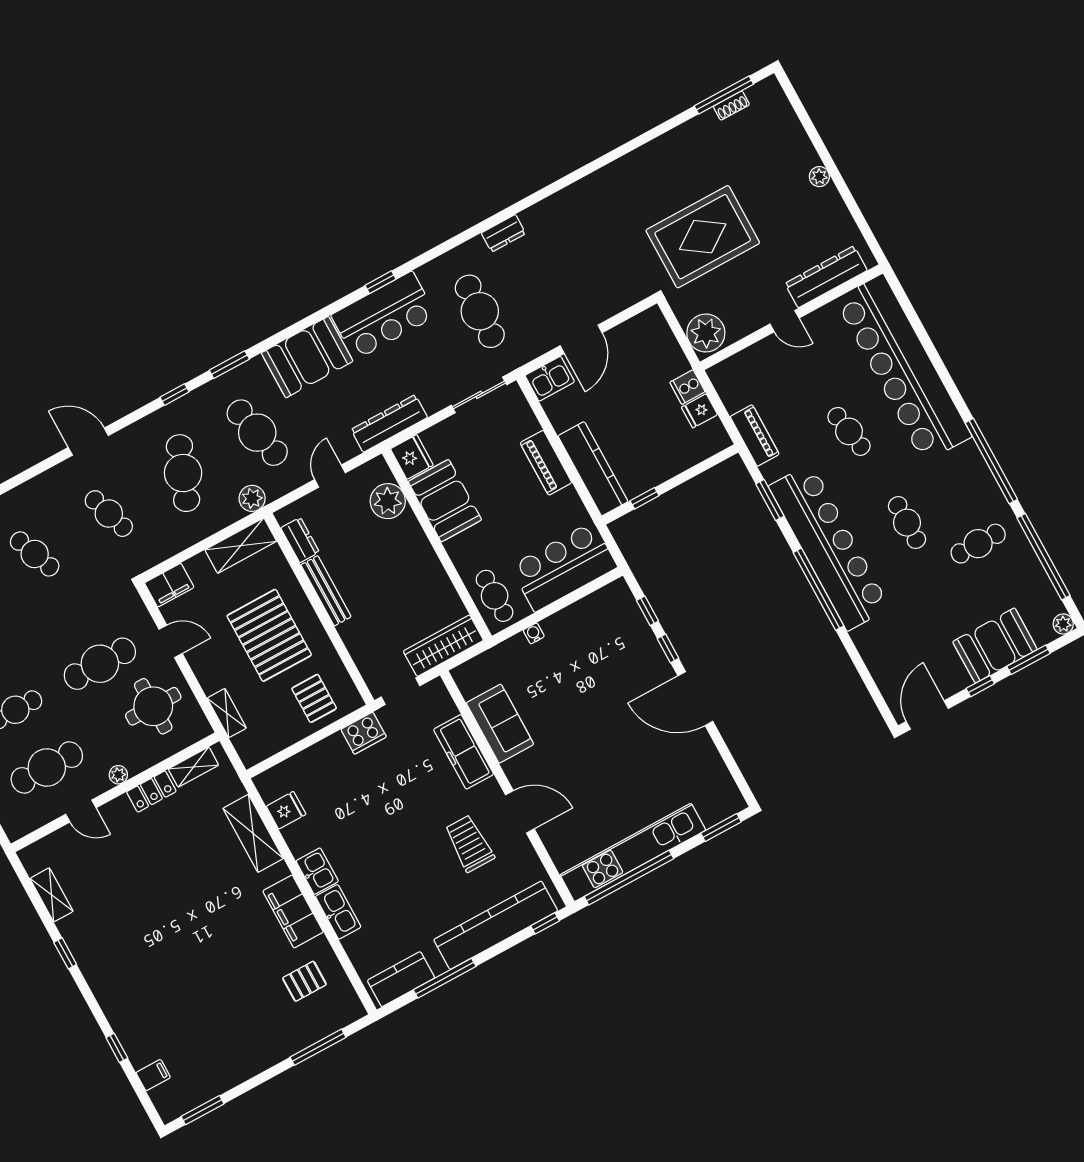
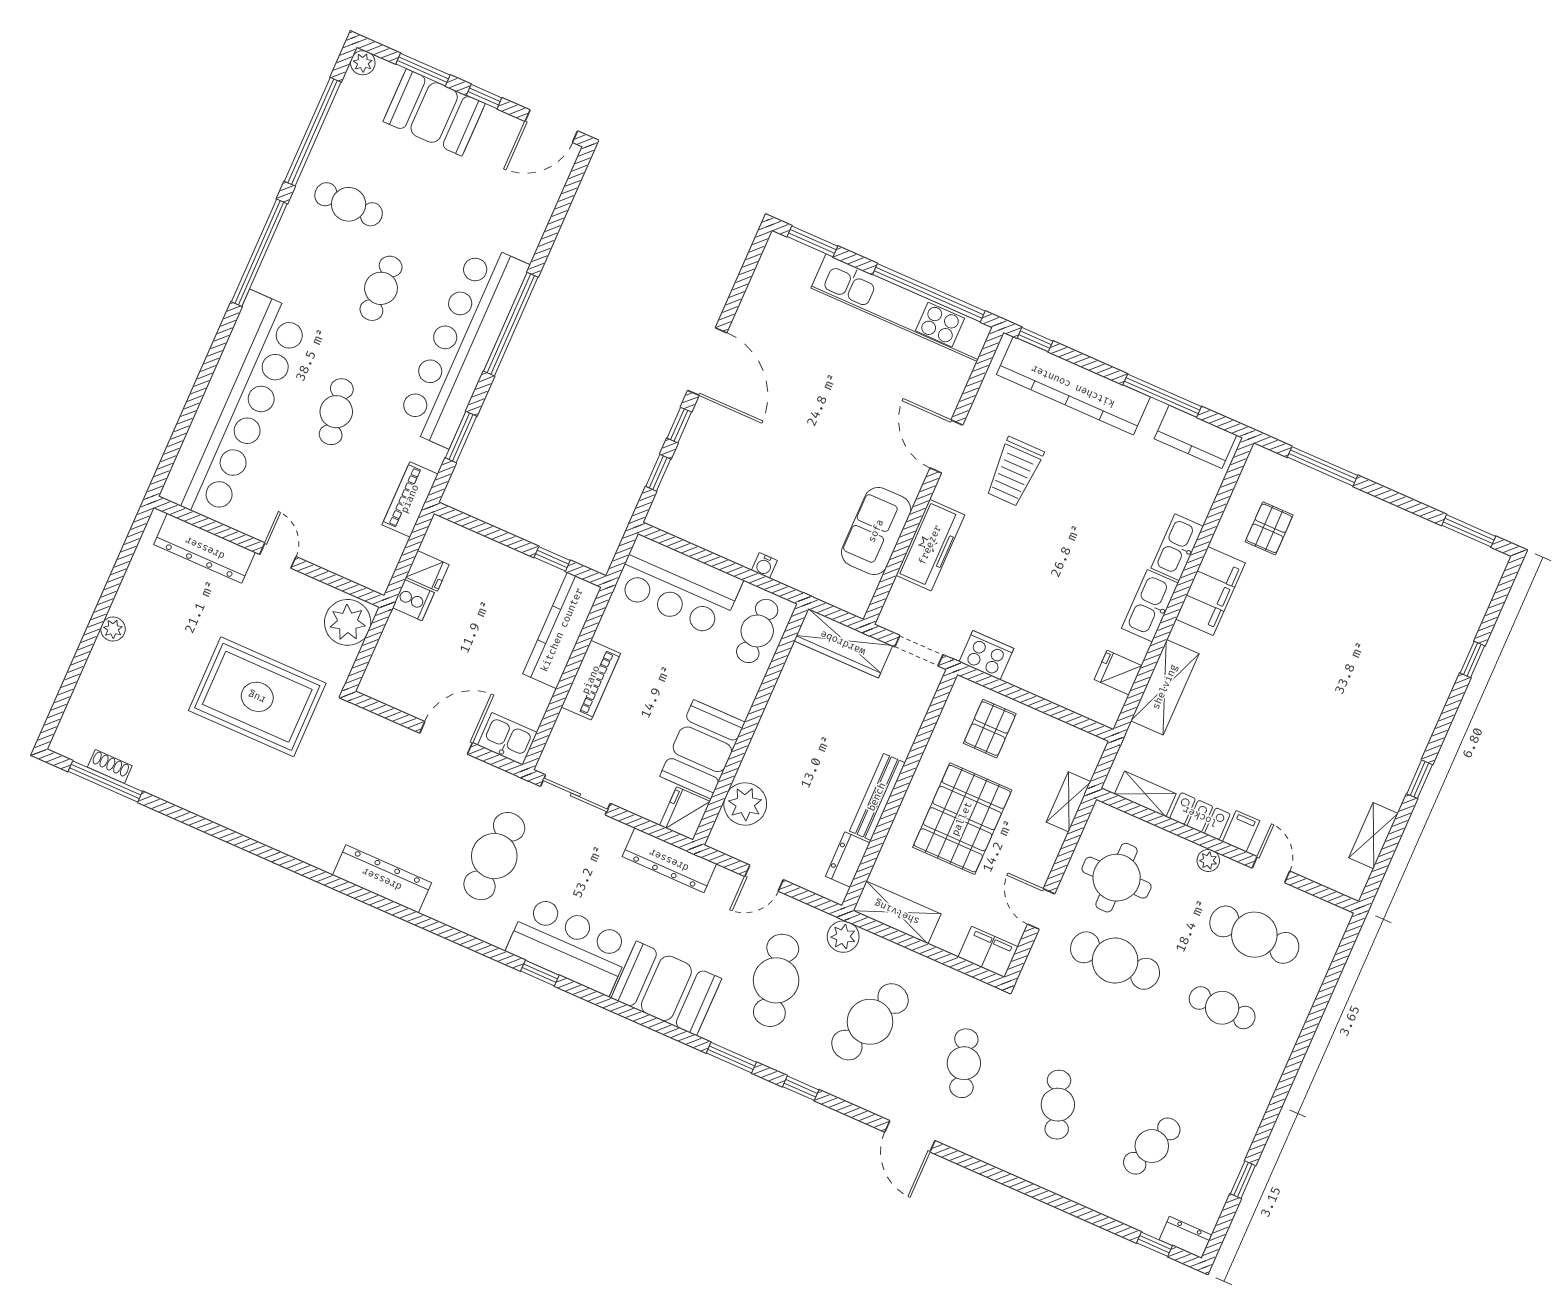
dresser: (503, 233) -> (382, 879), width x1.96, depth x1.24
kitchen sink: (317, 871) -> (1150, 606), width x1.38
pallet: (304, 981) -> (1269, 528), turned 90
filing cabinet: (153, 1075) -> (1241, 831), moved, turned 90

